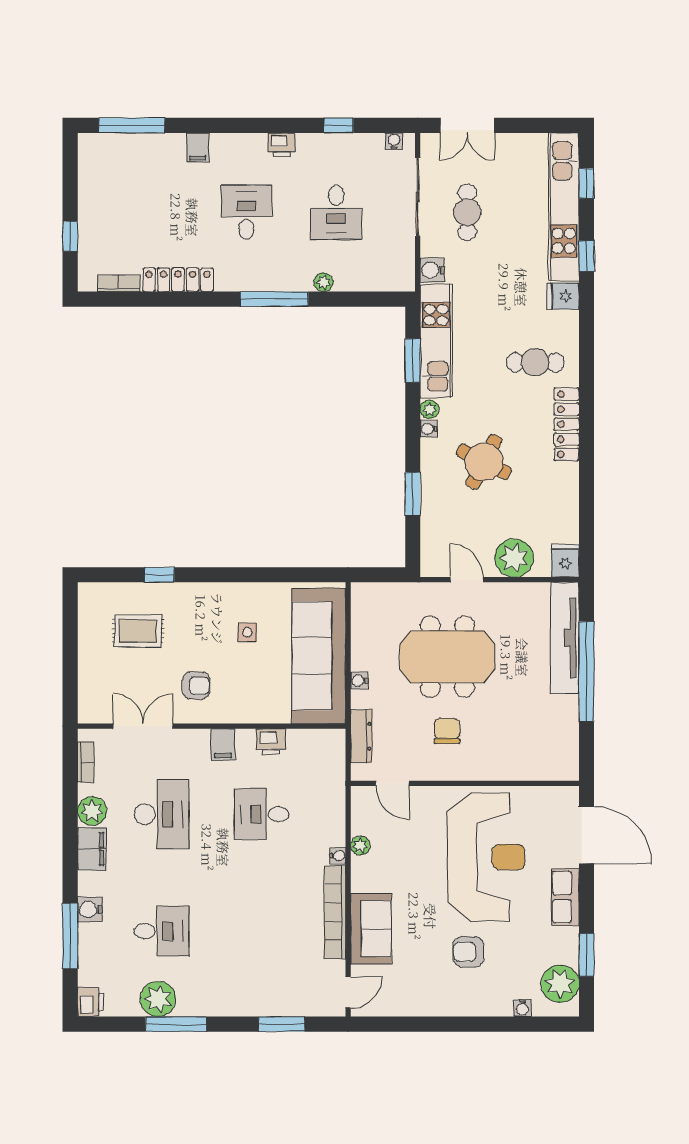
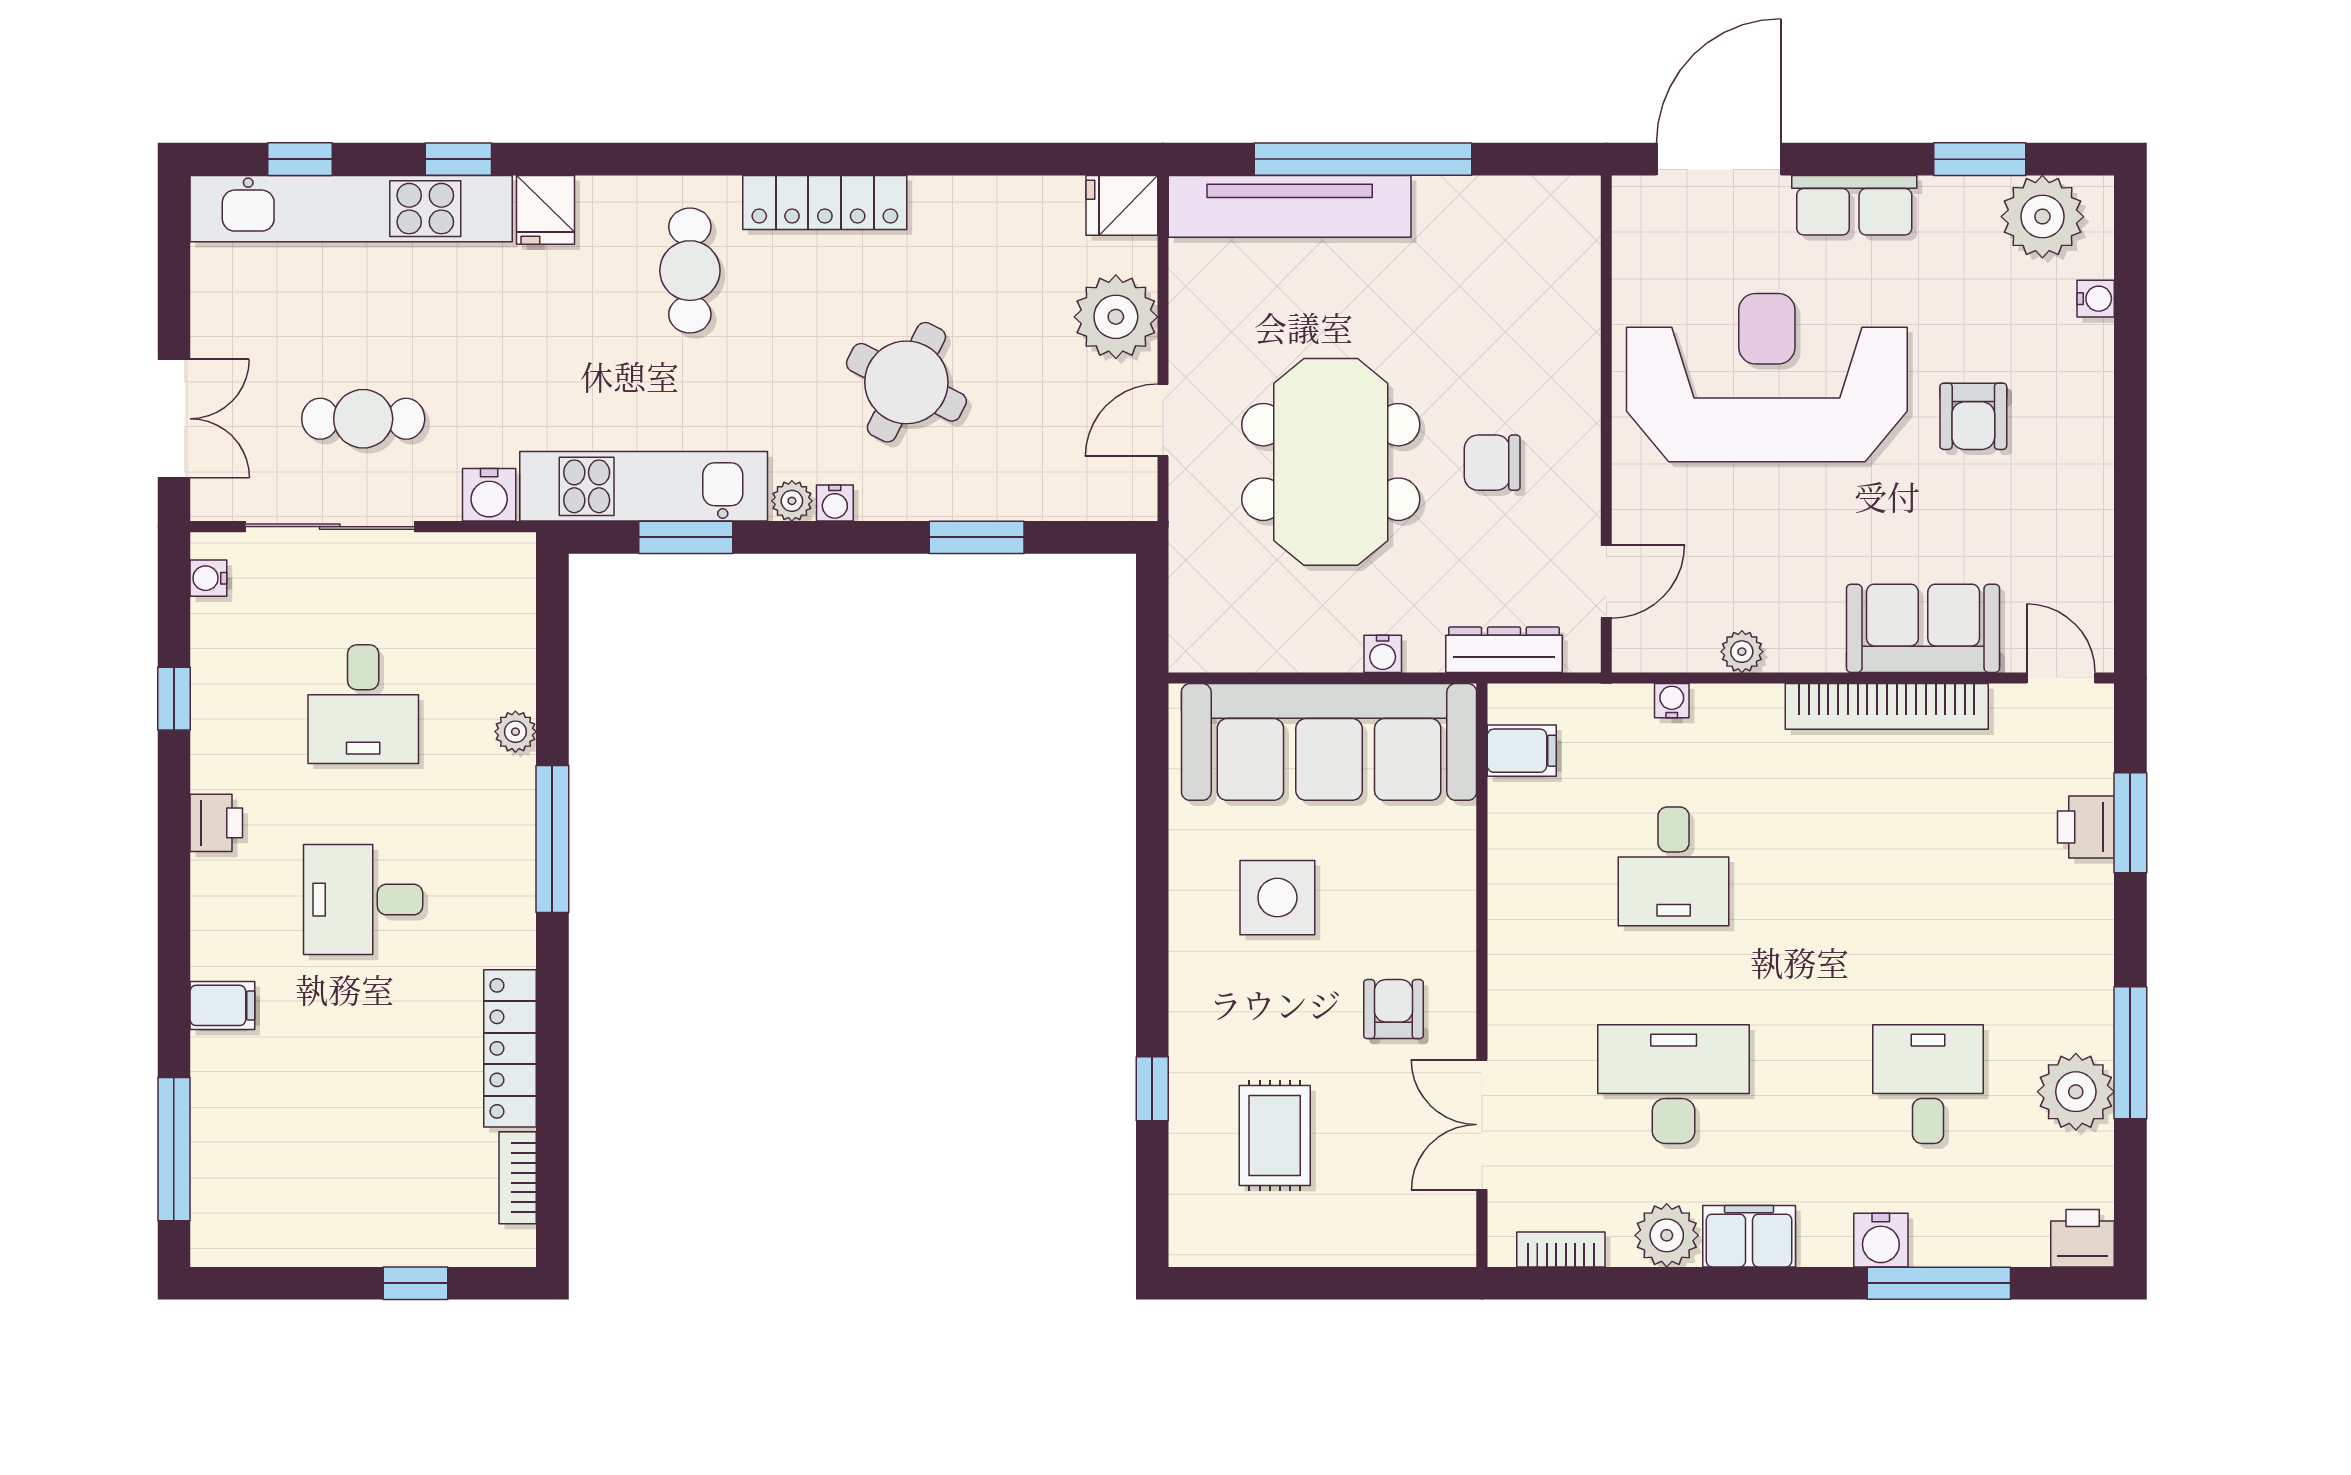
desk: (336, 212) -> (363, 704), turned 90
side table: (247, 632) -> (1277, 898), width x1.87, depth x1.87
printer: (271, 742) -> (2086, 827), moved, turned 180
filing cabinet: (223, 744) -> (1522, 751), moved
water cooler: (338, 856) -> (1672, 701), moved

